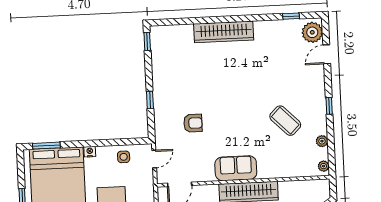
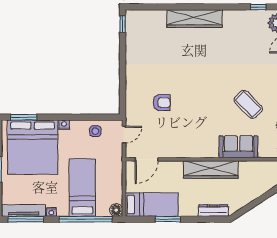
window: (150, 100) -> (123, 79), removed
sofa: (236, 168) -> (238, 147), moved

